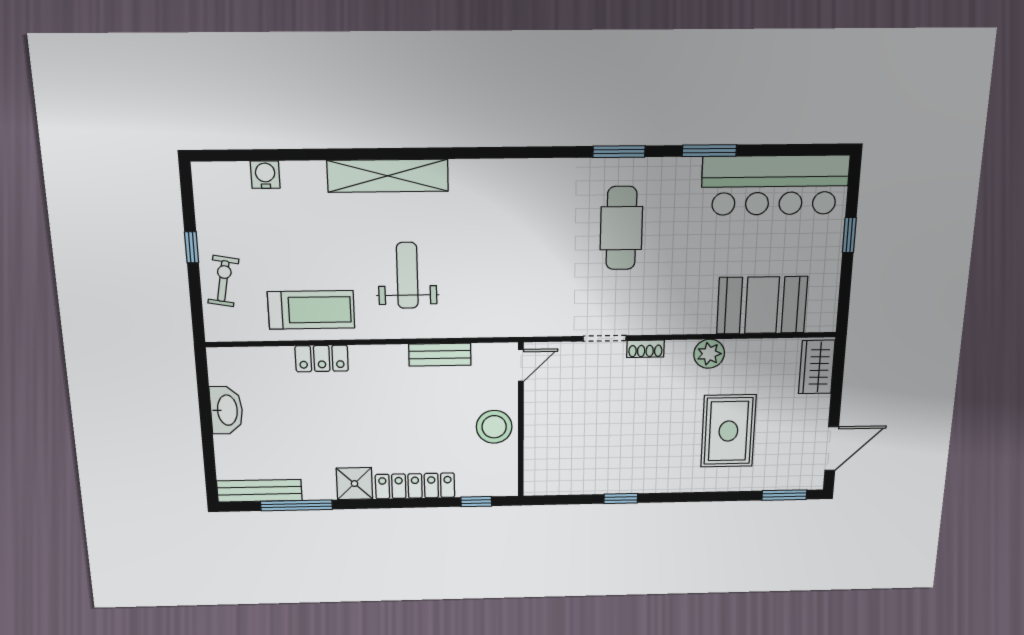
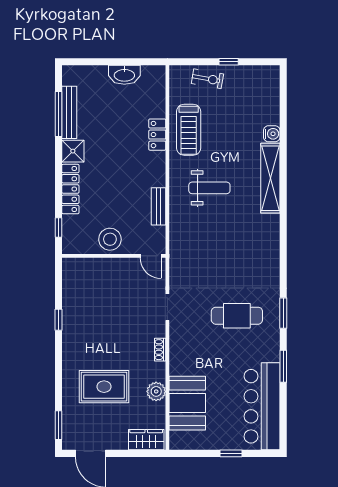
water cooler: (265, 175) -> (272, 134), moved
shoe rack: (645, 349) -> (160, 350), moved
plant: (709, 354) -> (156, 391), moved
bench: (259, 491) -> (69, 112), moved

